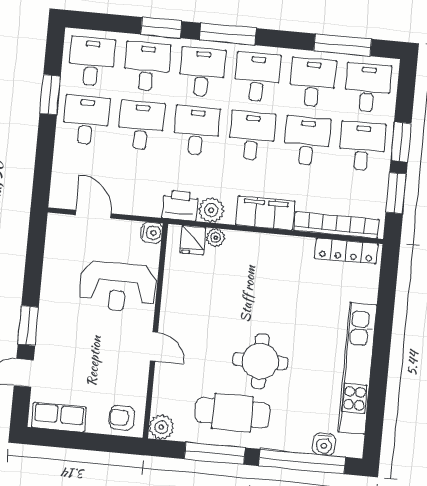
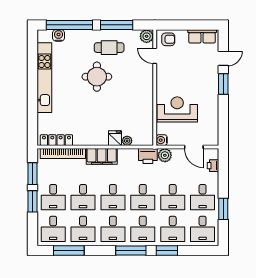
printer: (61, 176) -> (213, 166), added
plant: (211, 210) -> (165, 155), moved
fridge: (193, 240) -> (115, 138), moved
door: (154, 347) -> (155, 56), moved
cafe table: (233, 413) -> (109, 48), width x0.73, depth x0.74

